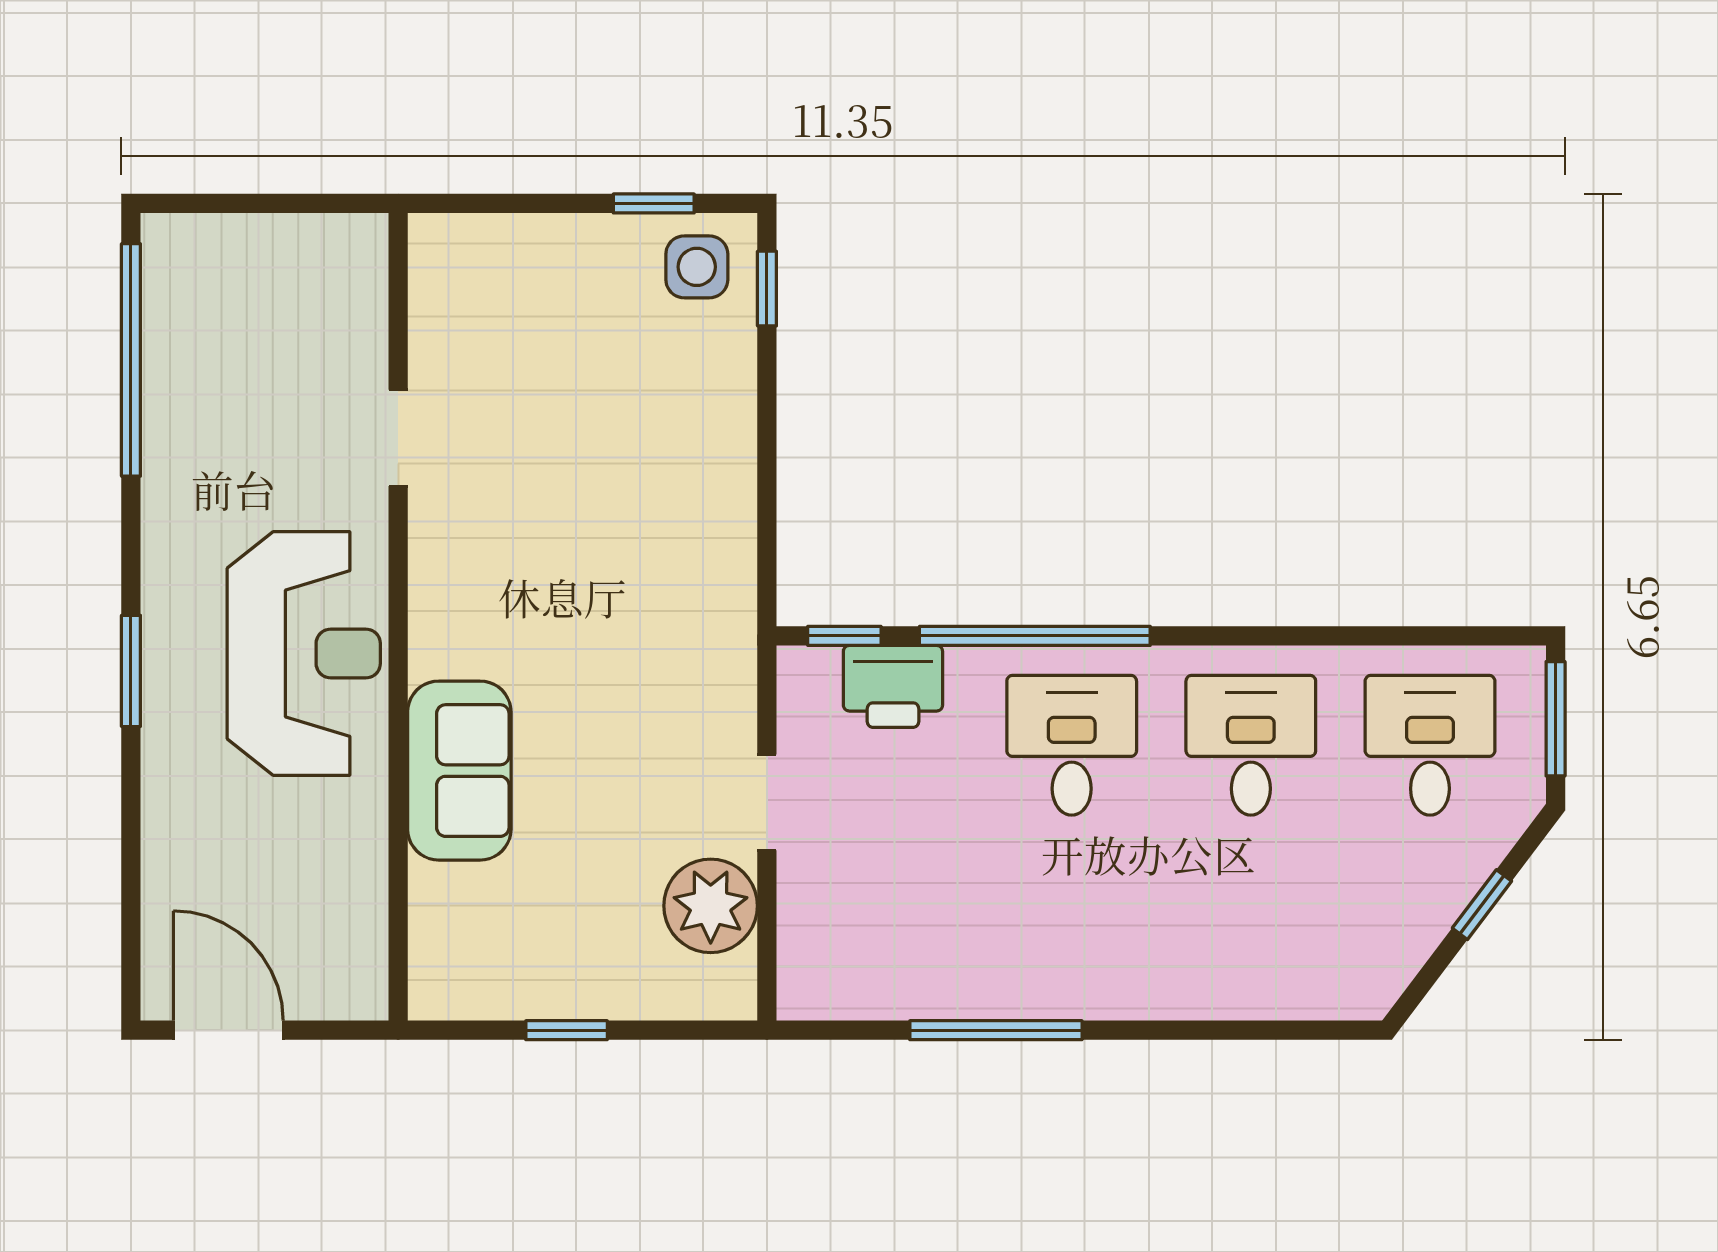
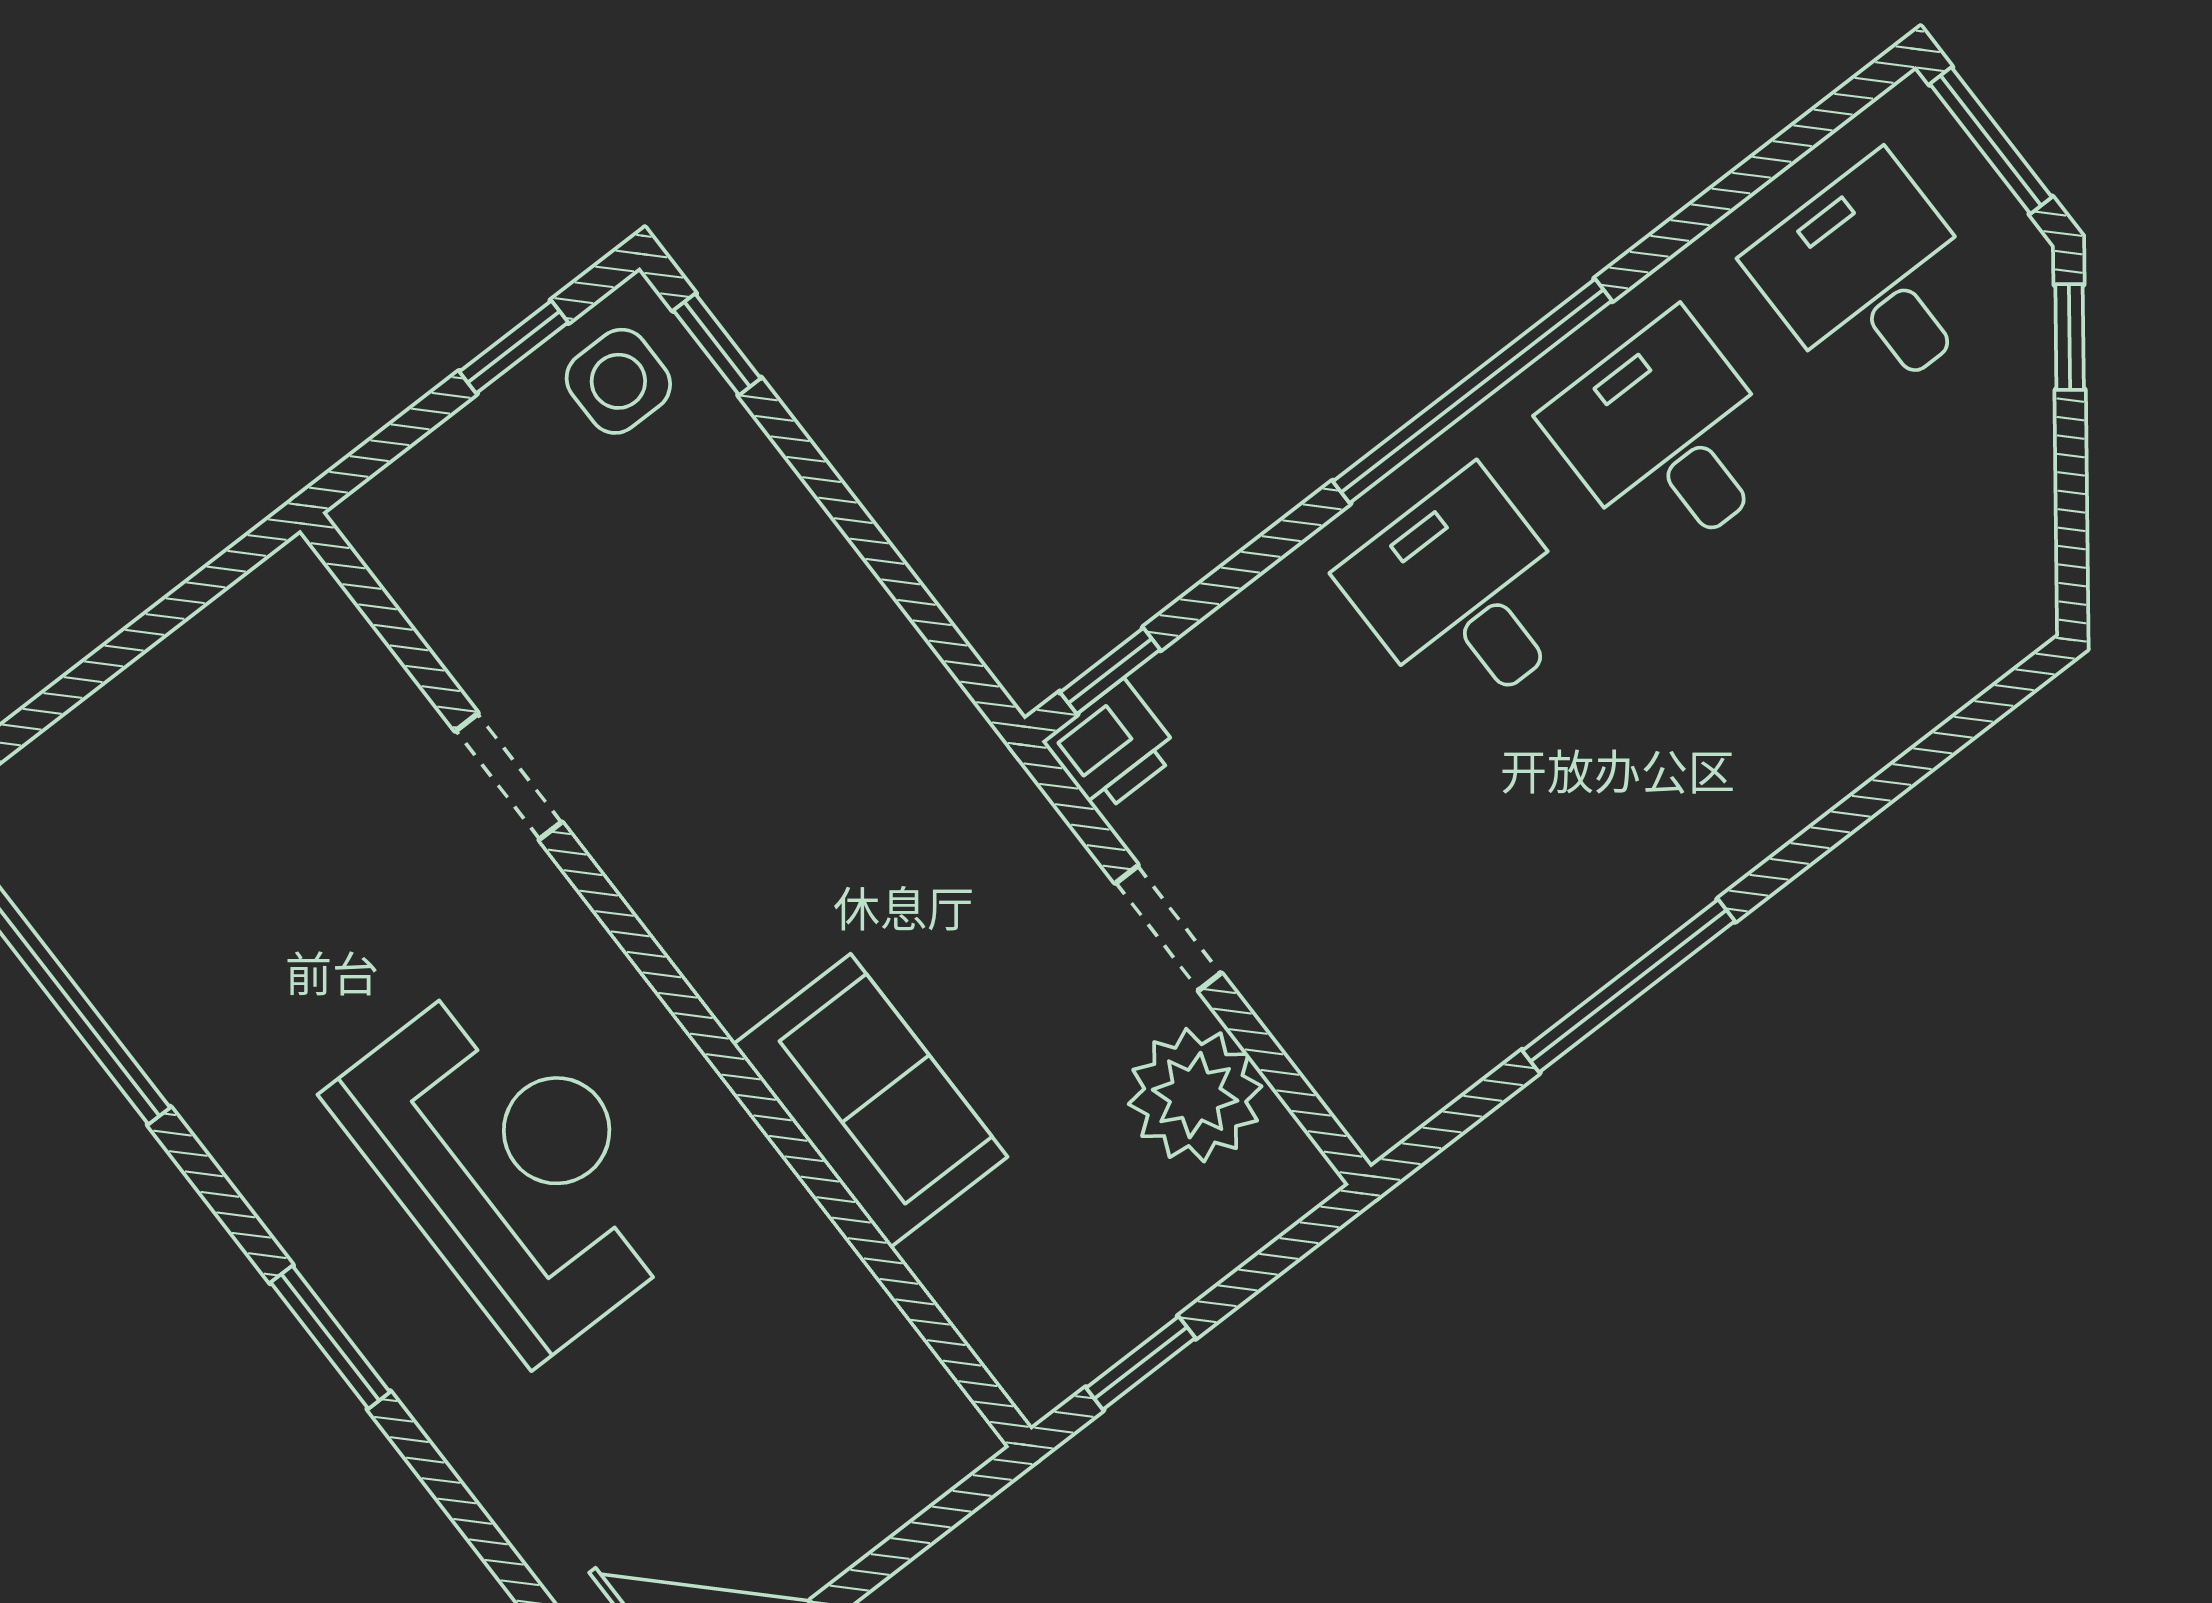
doorway: (398, 438) -> (509, 776), moved
wall: (398, 617) -> (666, 980), moved
window: (1035, 636) -> (1472, 391), moved
printer: (893, 686) -> (1112, 747), moved, width x0.73, depth x0.81
sofa: (459, 771) -> (870, 1101), moved
window: (1482, 905) -> (2070, 337), moved

